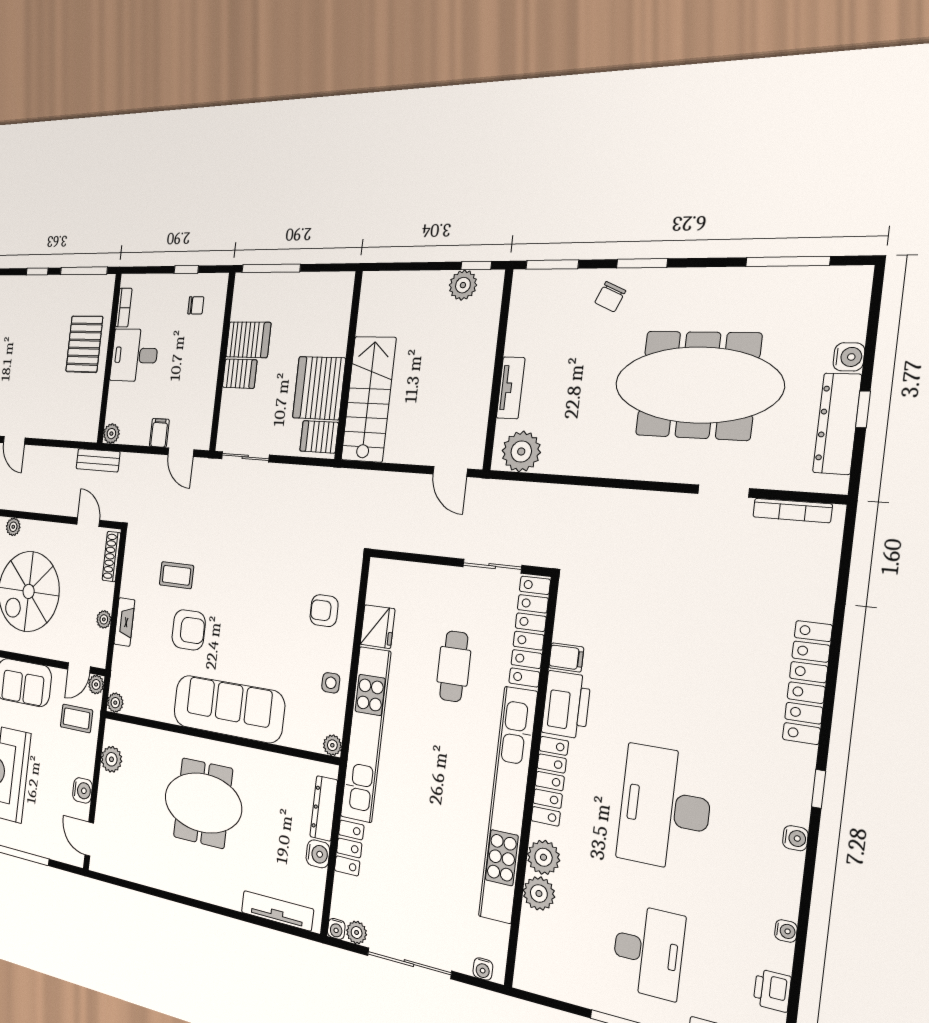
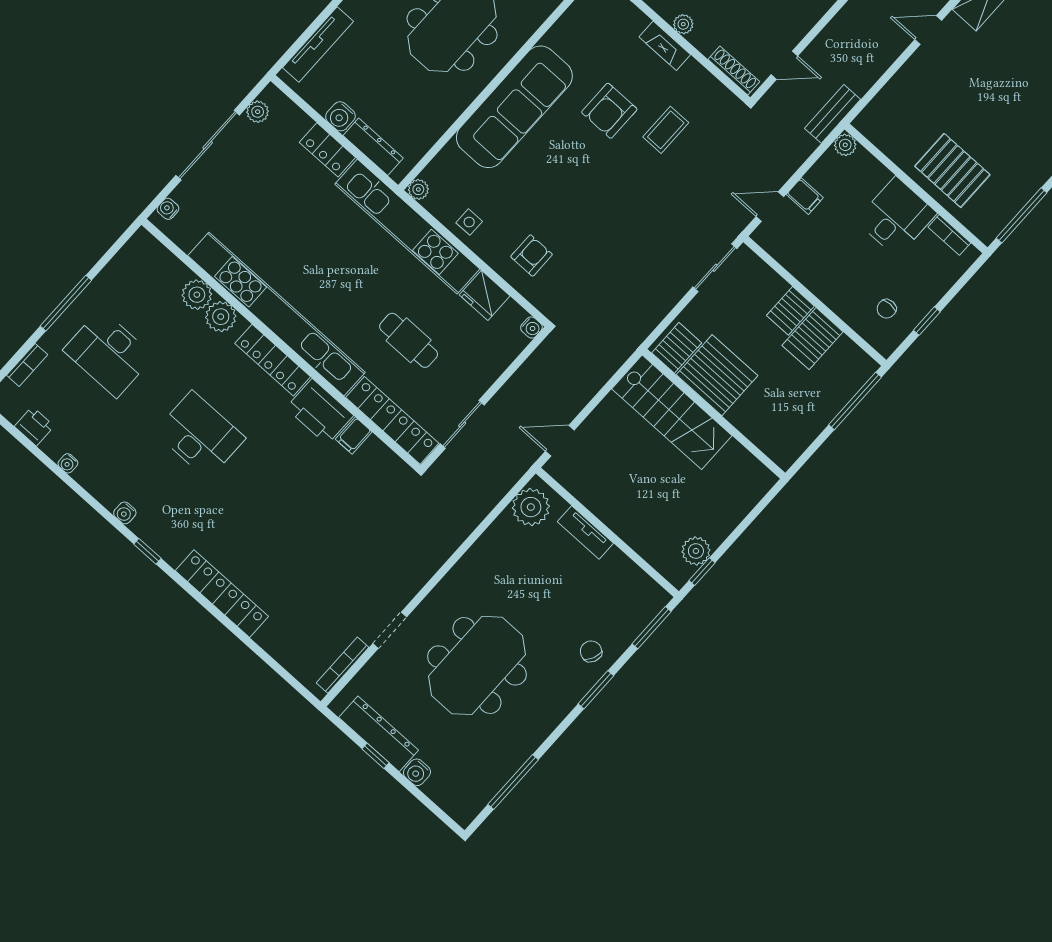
meeting table: (698, 385) -> (477, 665), width x0.73
desk: (665, 808) -> (200, 435), width x0.73, depth x0.77
water cooler: (336, 929) -> (531, 328), moved, turned 180

